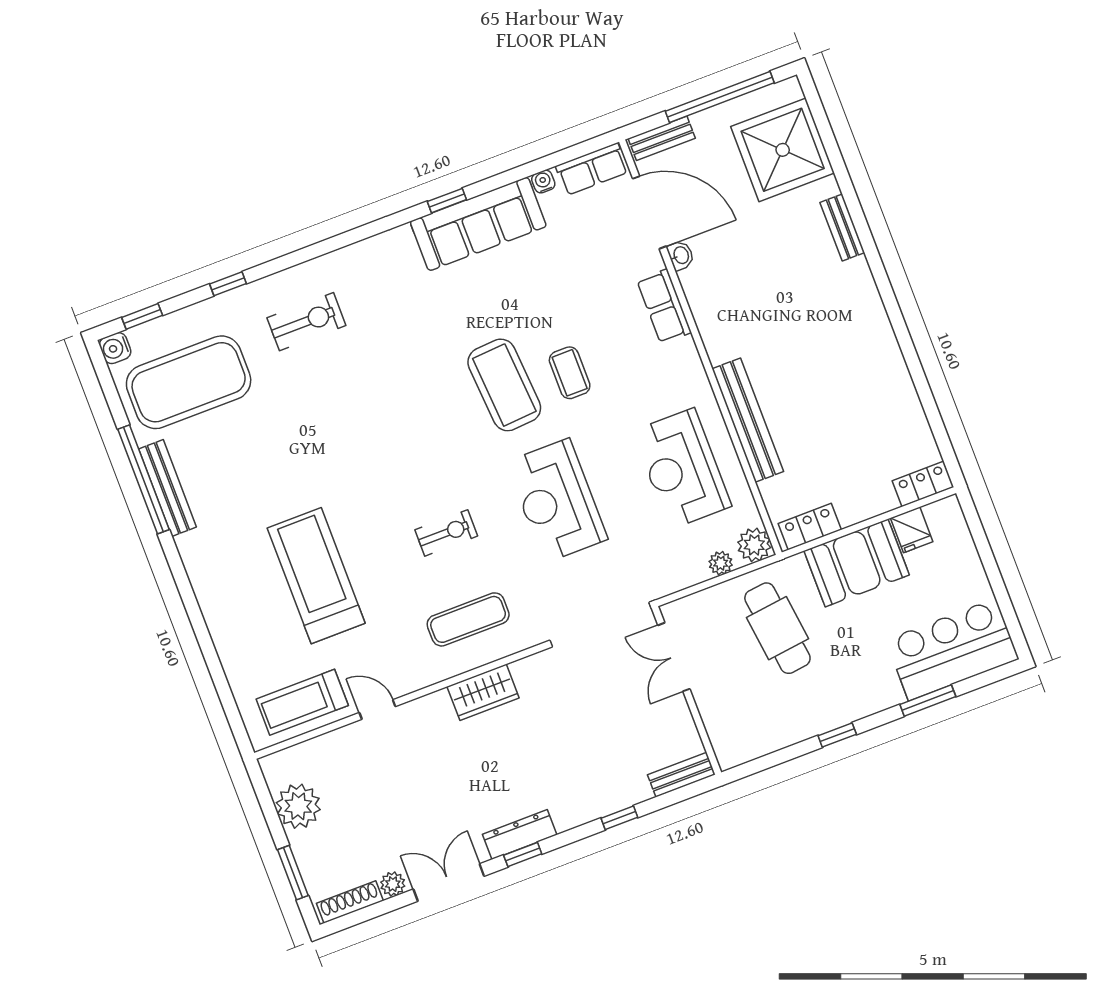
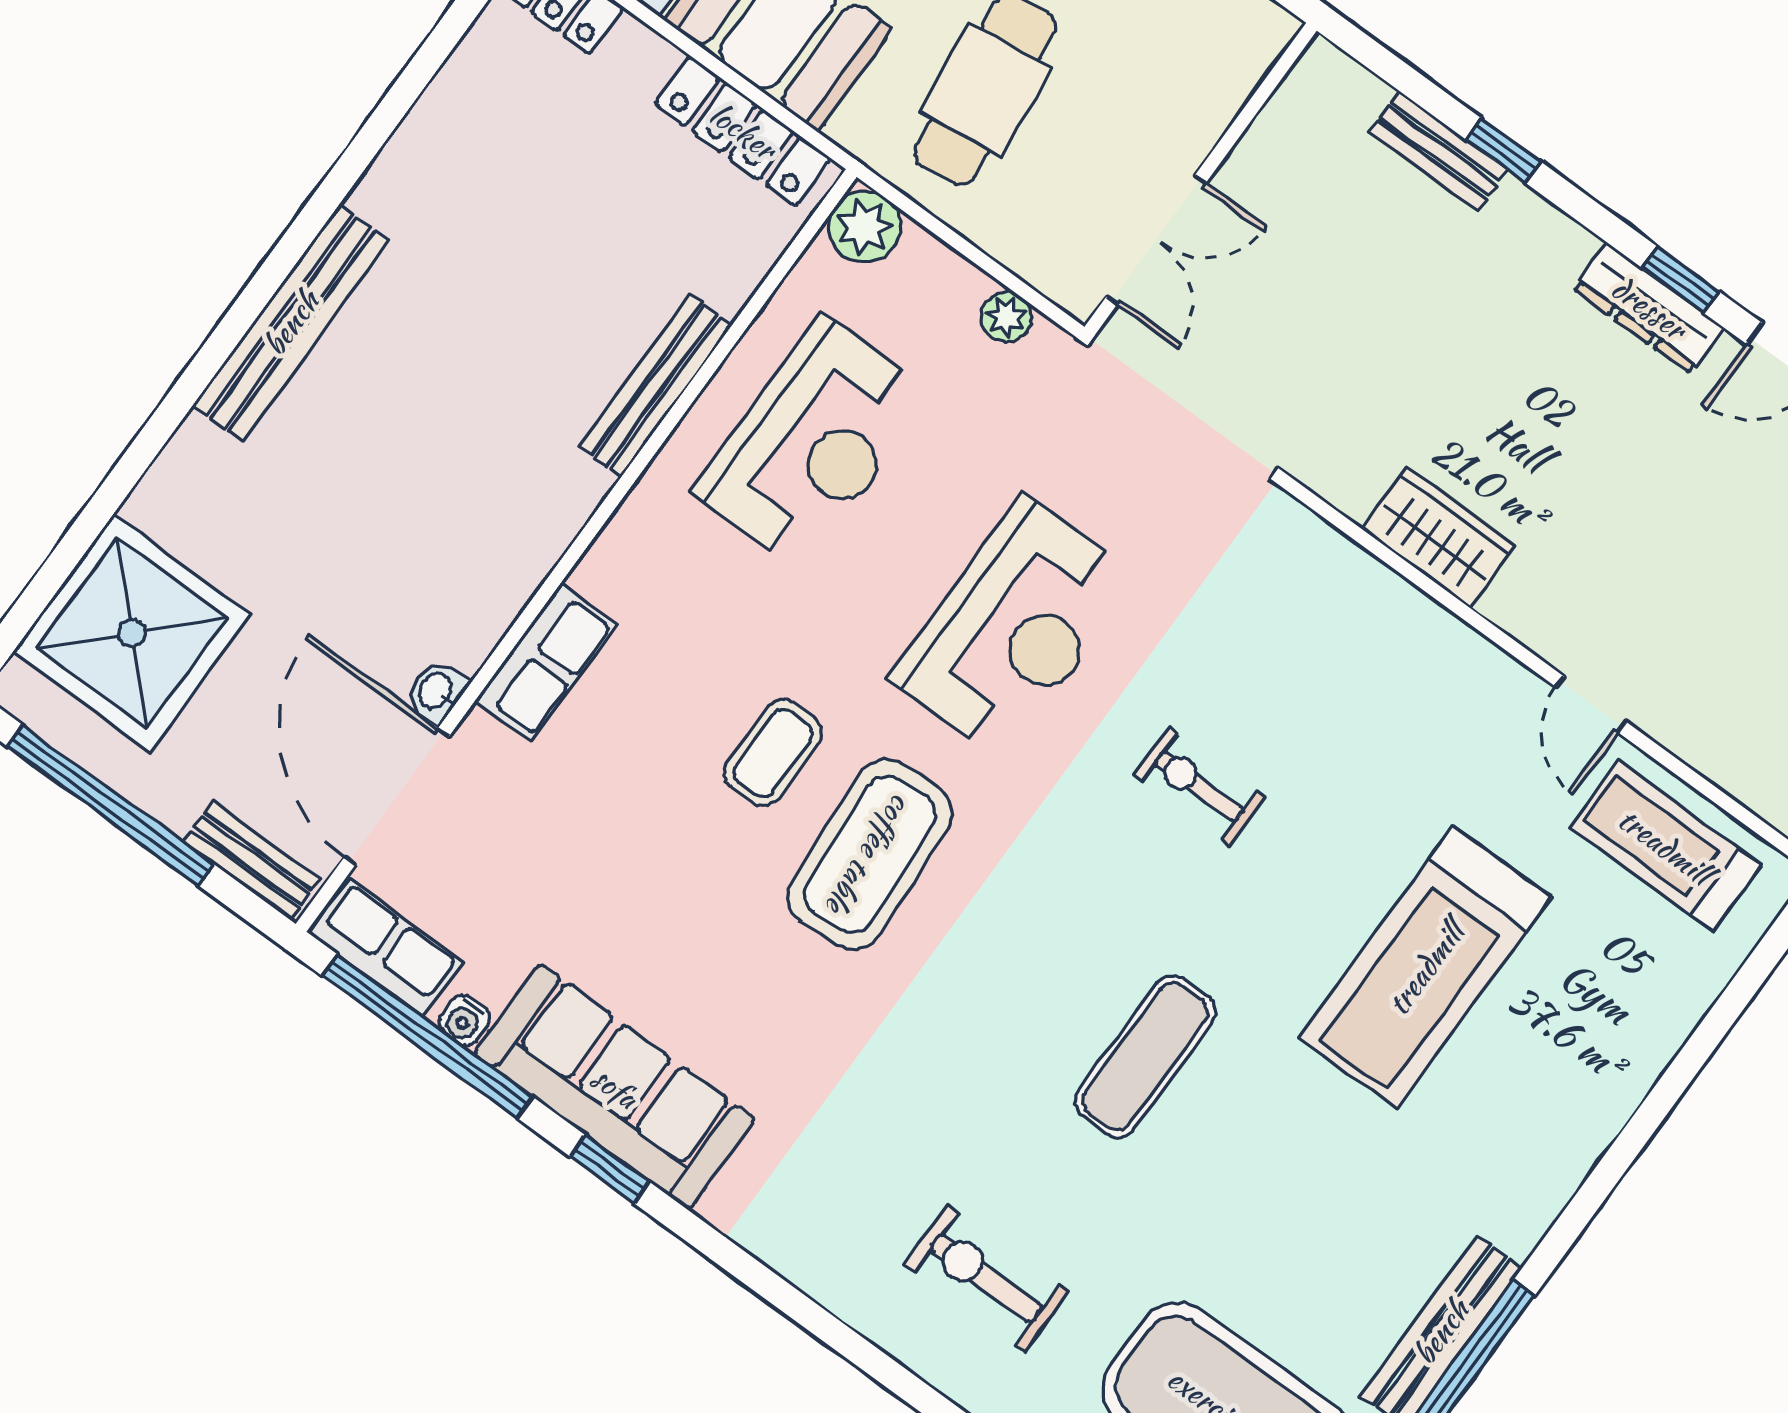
window: (546, 163) -> (427, 1036), added
bench: (842, 227) -> (291, 323), moved, width x1.86, depth x1.21
bench: (748, 420) -> (656, 386), width x0.73, depth x0.82
locker: (810, 527) -> (743, 131), width x1.53
plant: (721, 563) -> (1006, 317), moved
exercise mat: (468, 619) -> (1145, 1056), moved, turned 90
treadmill: (302, 702) -> (1665, 846), turned 180
bench: (681, 775) -> (1438, 151), moved

